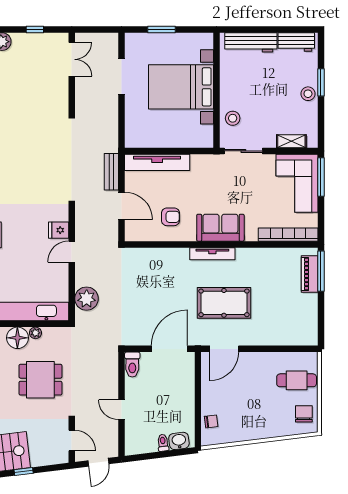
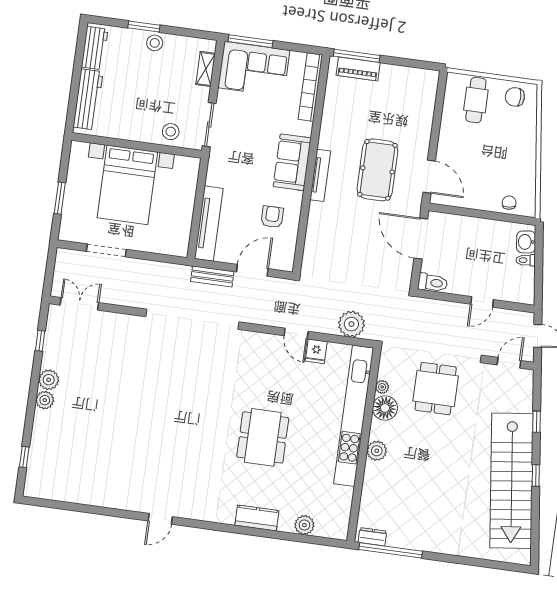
fridge: (59, 230) -> (316, 351), moved

